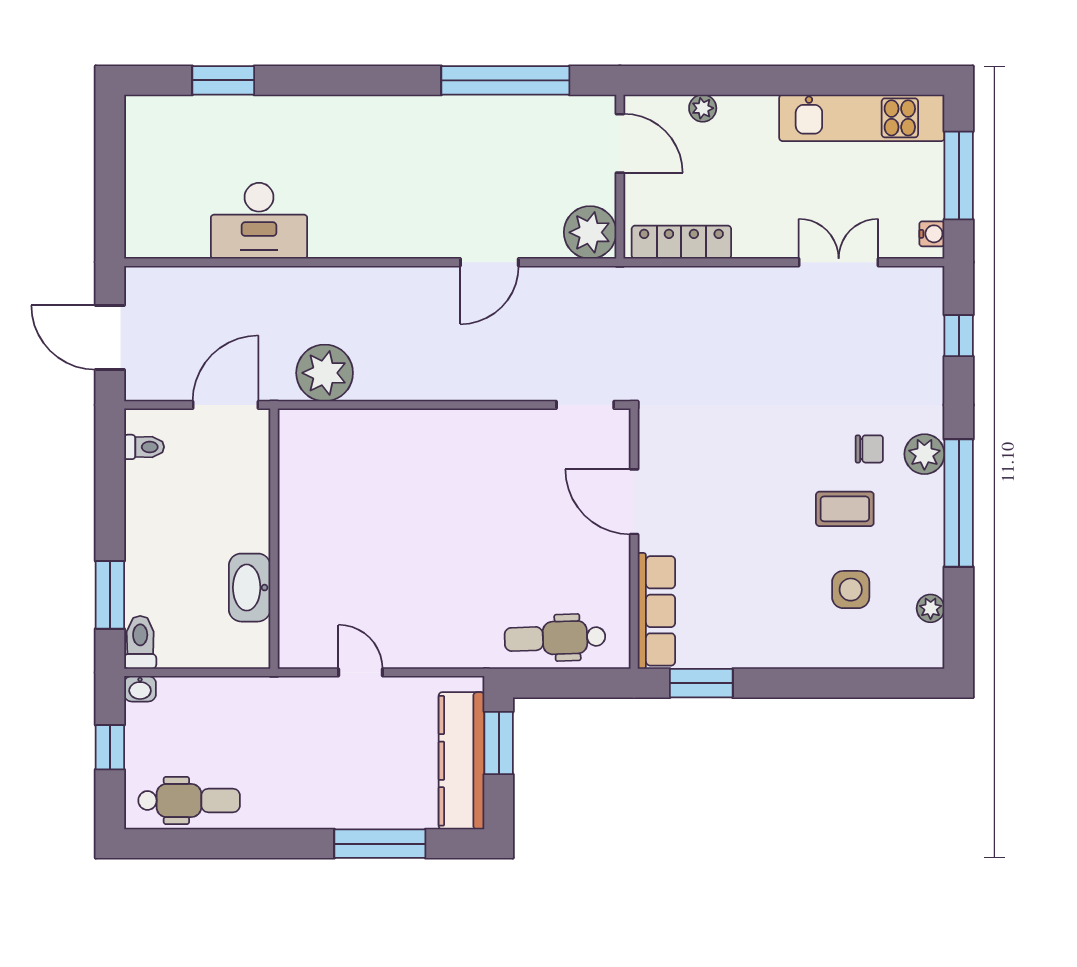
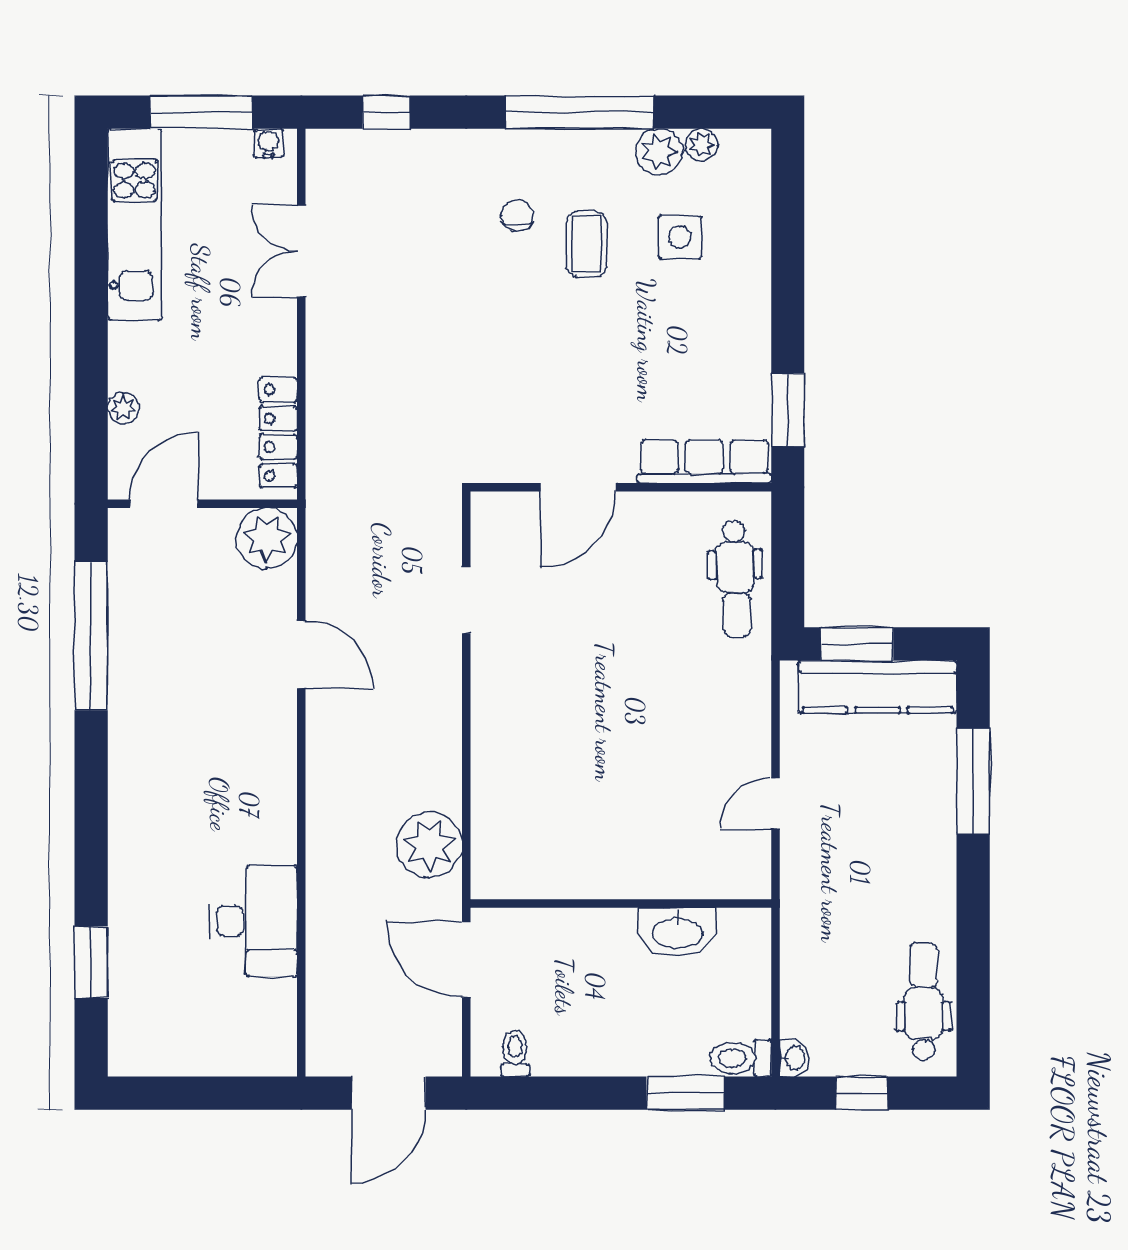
doorway: (585, 405) -> (466, 600), moved
plant: (924, 454) -> (659, 152), moved

